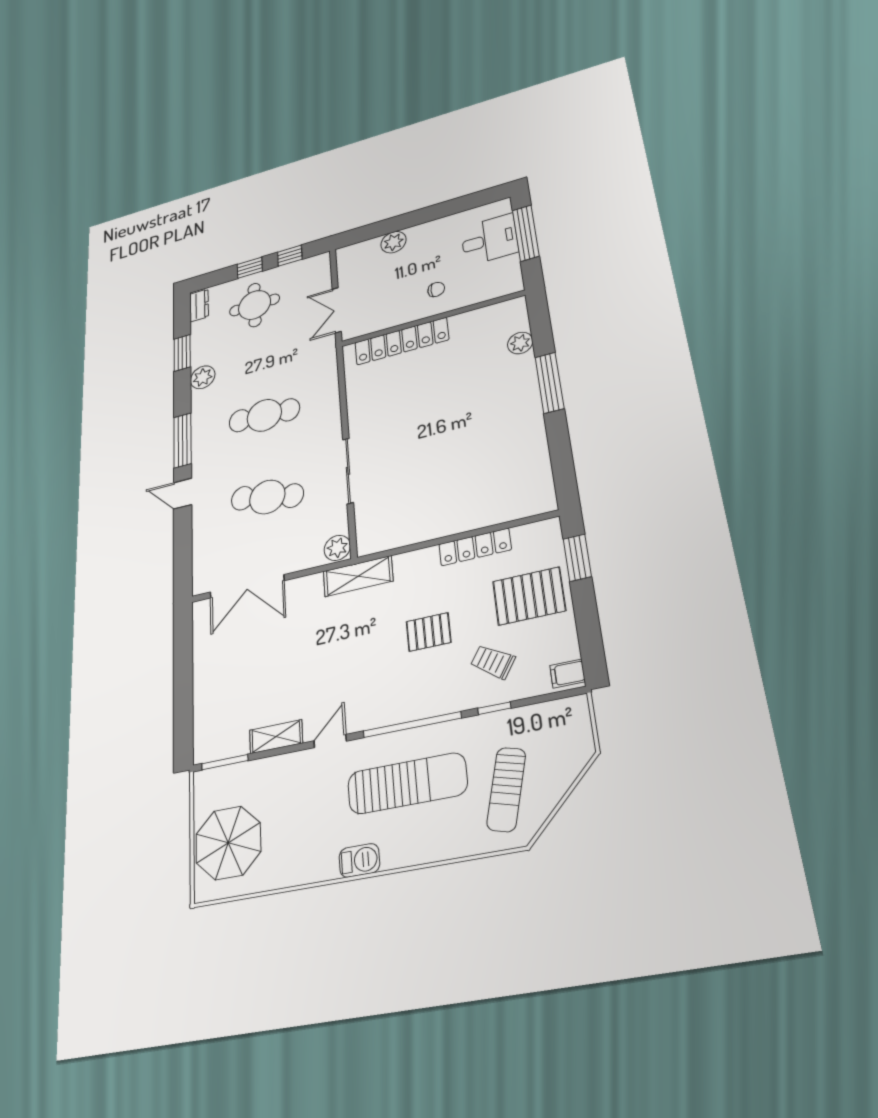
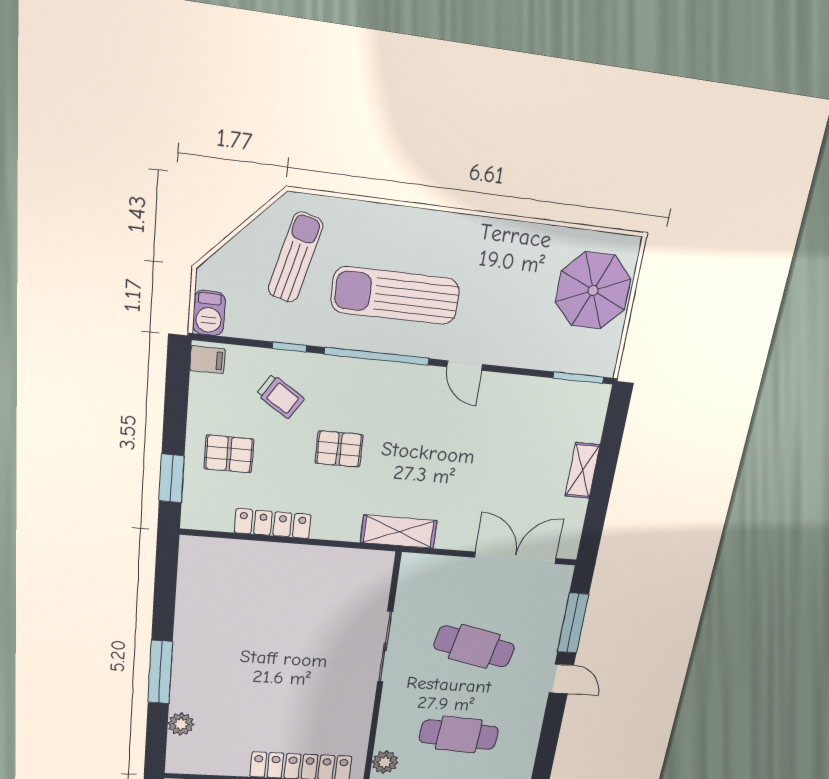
window: (182, 440) -> (573, 623), moved
plant: (337, 548) -> (385, 762), moved
pallet: (529, 596) -> (229, 454), width x0.67, depth x0.71
shelving: (276, 737) -> (582, 471), moved, turned 90
door: (330, 741) -> (465, 366), hinge flipped
barbecue: (359, 860) -> (209, 313), moved, turned -90

